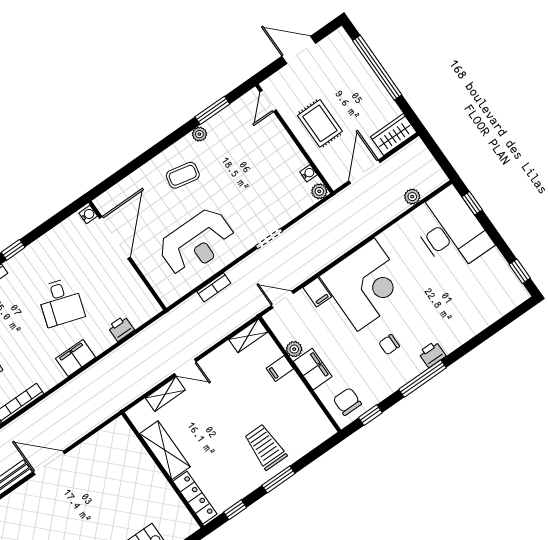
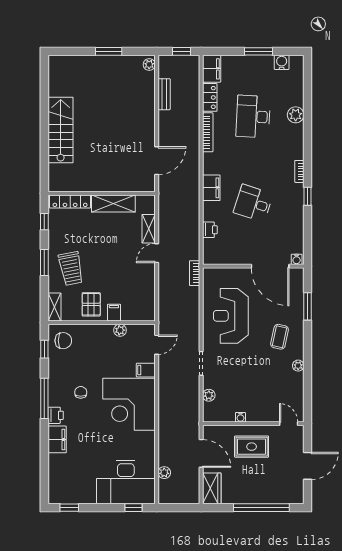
window: (212, 110) -> (307, 306), moved
water cooler: (309, 173) -> (240, 417), moved
plant: (319, 191) -> (209, 395), moved
bookcase: (214, 287) -> (195, 273), moved
shelving: (248, 336) -> (54, 307), moved
filing cabinet: (313, 369) -> (57, 439), moved, turned -90
pallet: (288, 399) -> (91, 304), added
trolley: (265, 447) -> (71, 269), turned 79
door: (49, 463) -> (157, 161), moved

